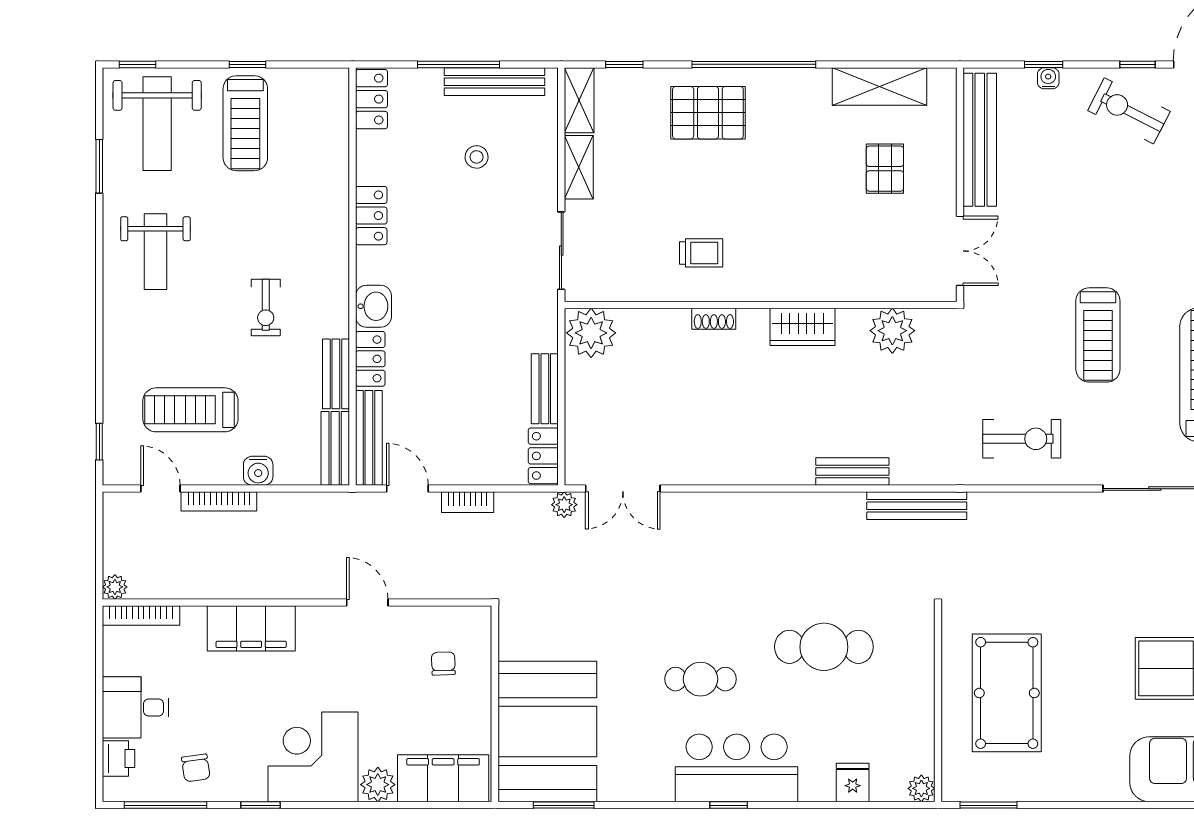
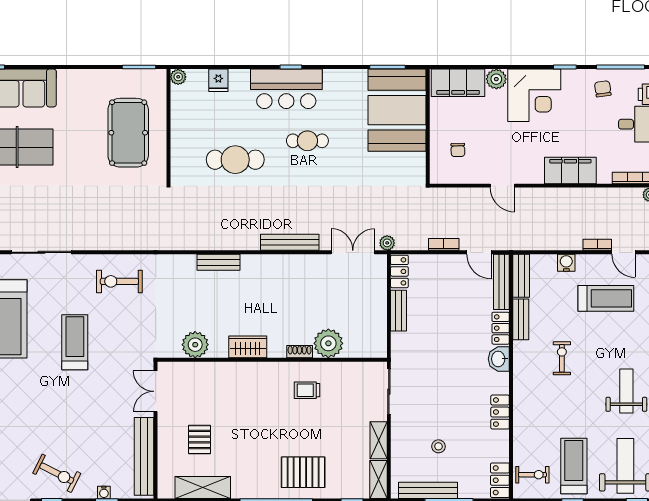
exercise bike: (316, 109) -> (532, 475), added
plant: (591, 333) -> (328, 343), moved
bookcase: (219, 501) -> (597, 245), width x0.64
bench: (917, 506) -> (290, 242), moved

